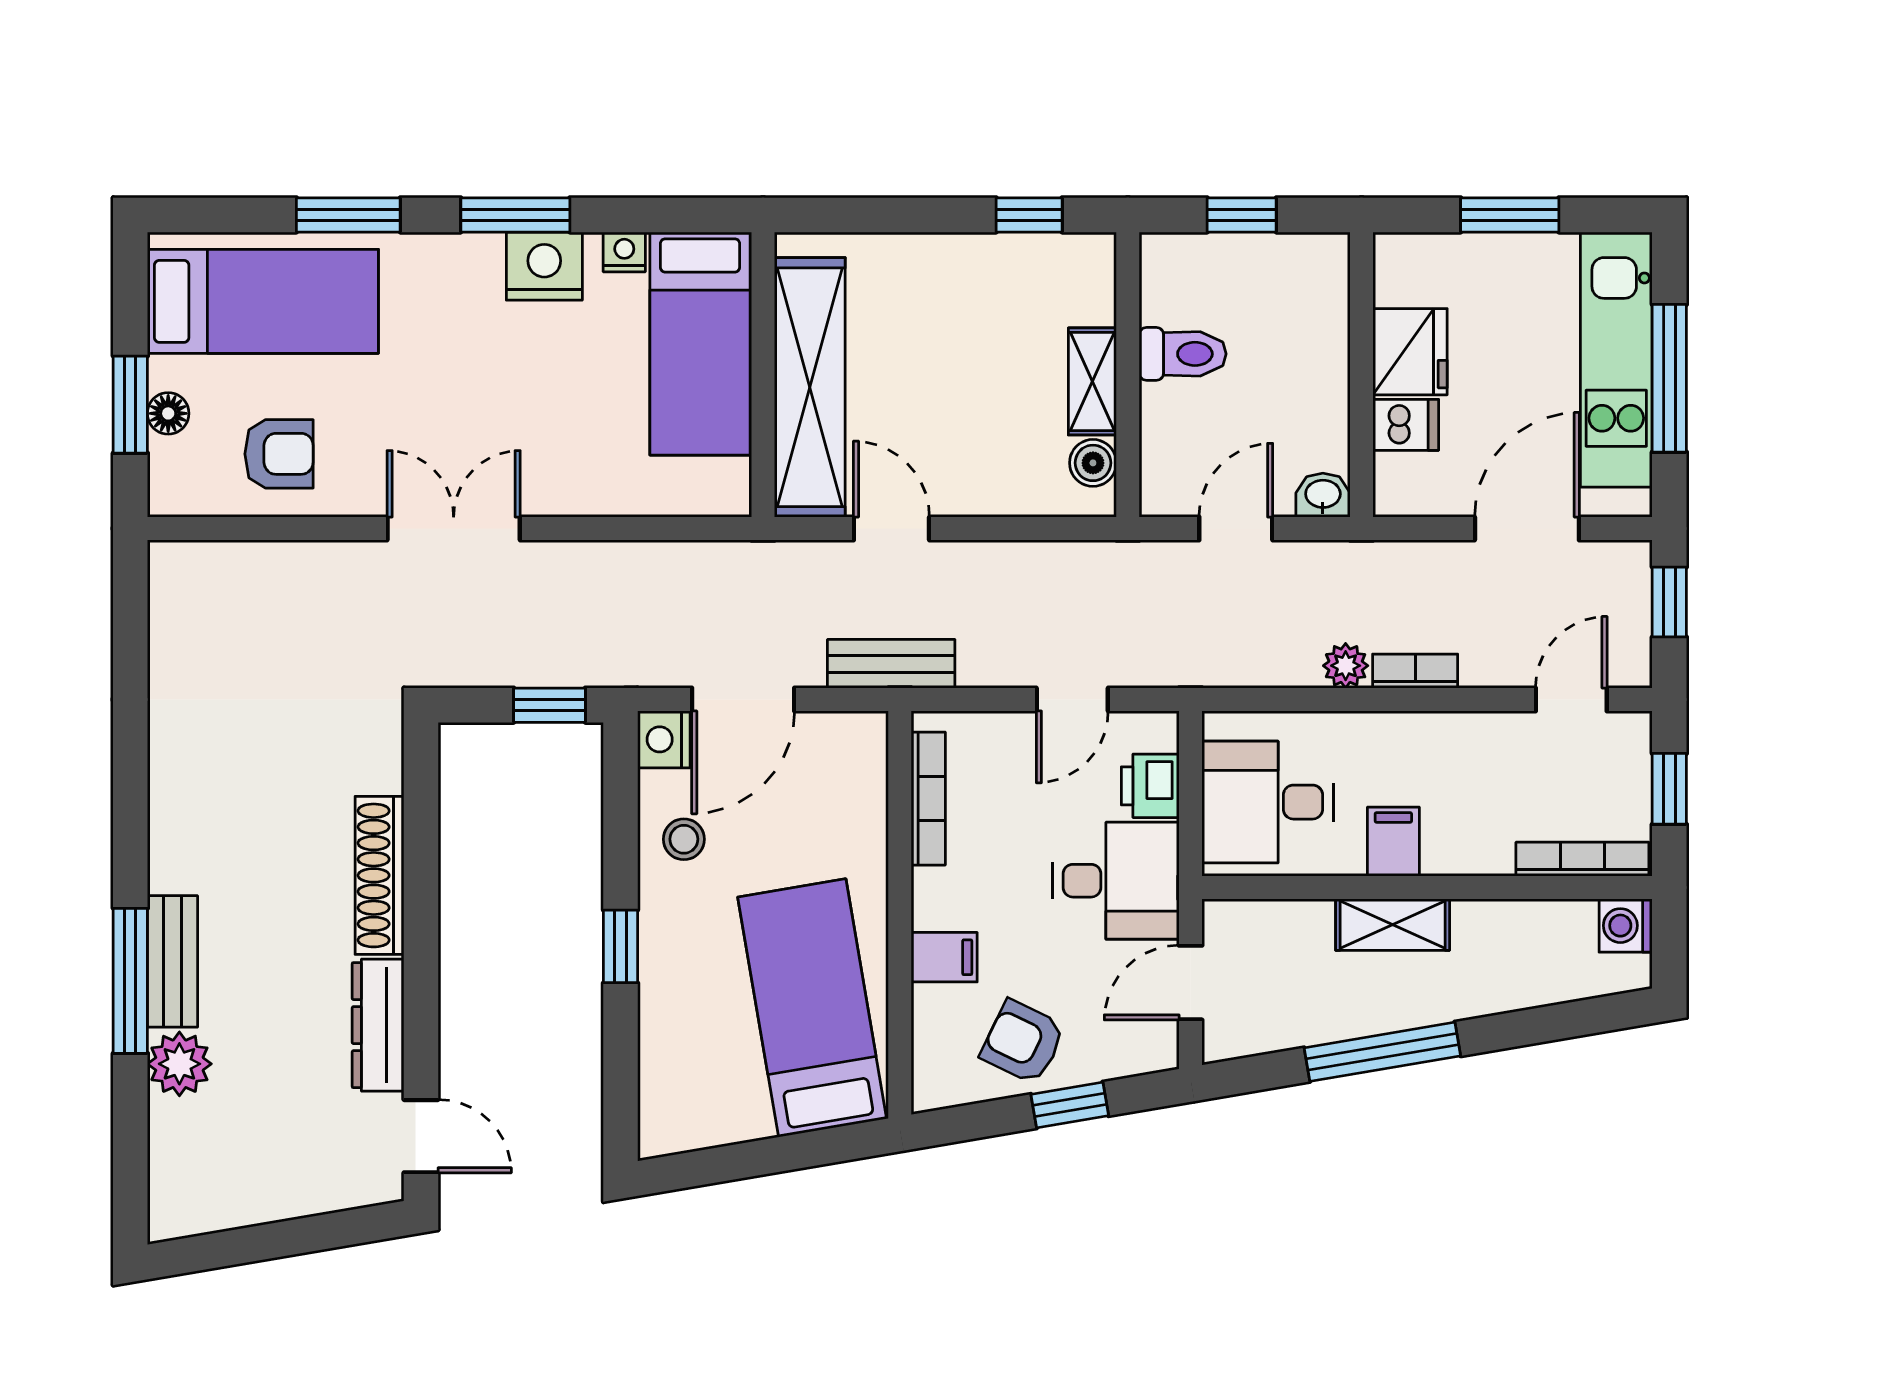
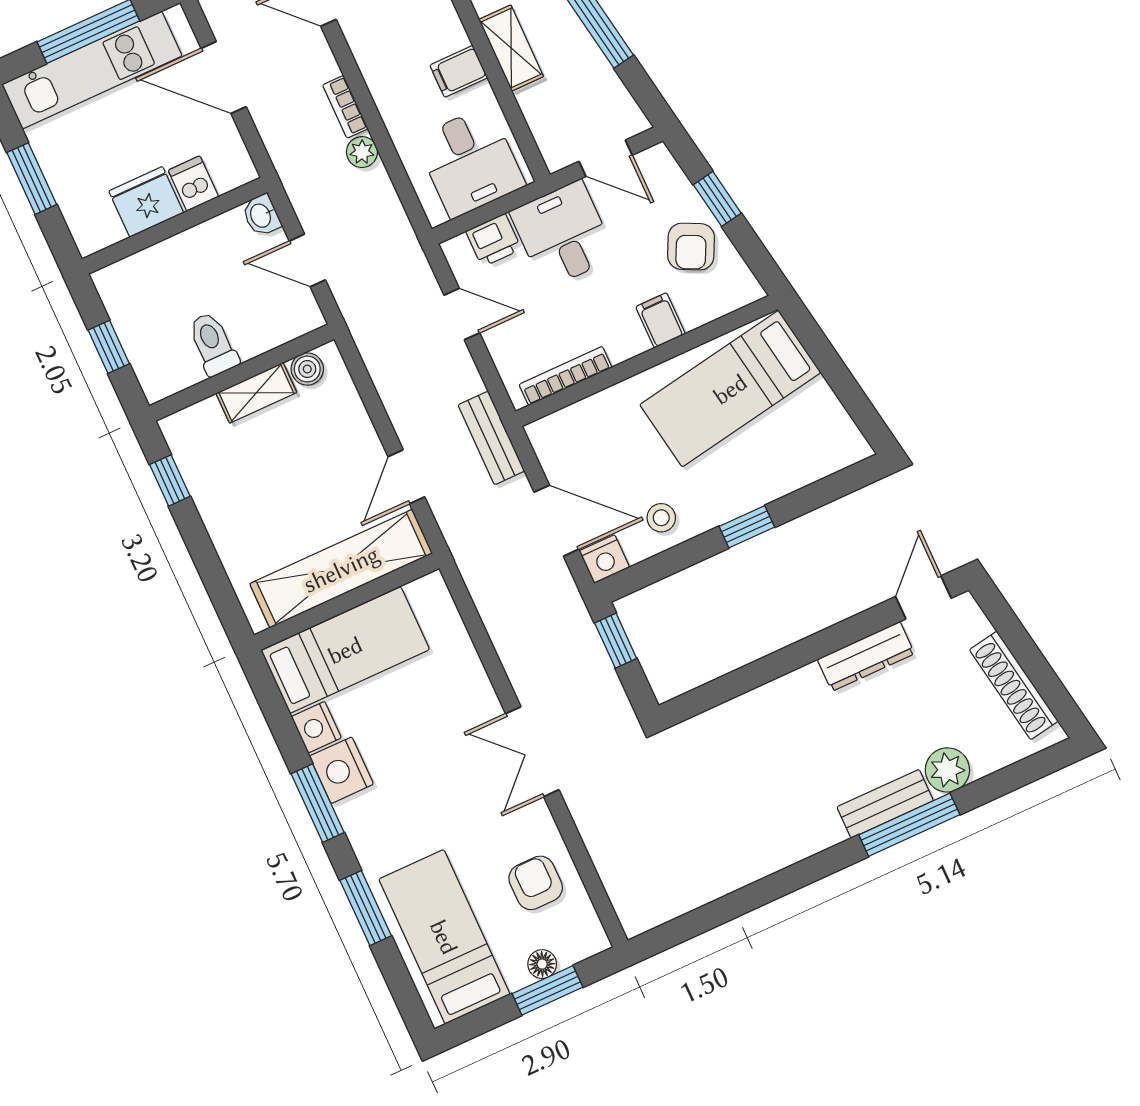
nightstand: (624, 252) -> (316, 727), width x1.39, depth x1.35
shoe rack: (379, 875) -> (1014, 685), moved, turned 80

